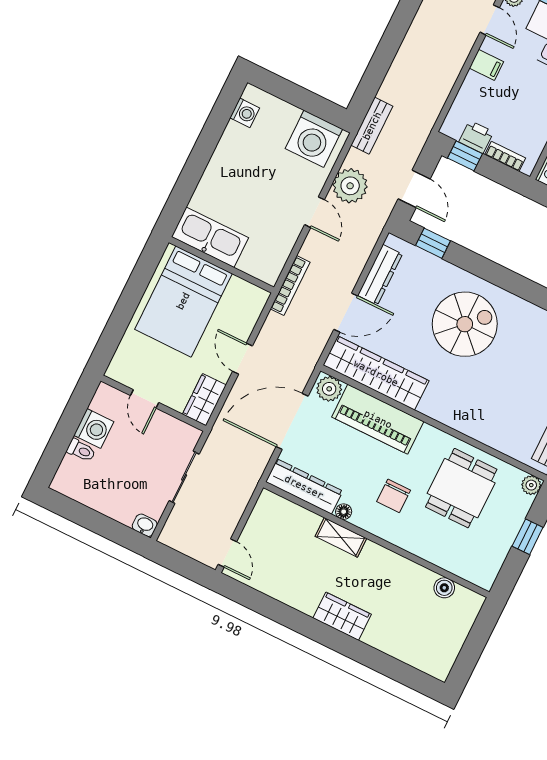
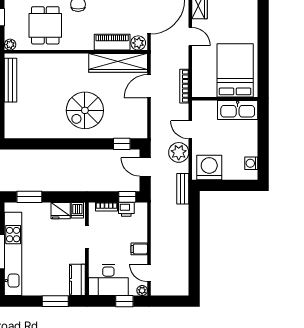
kitchen sink: (210, 237) -> (238, 110), moved
wall: (221, 265) -> (225, 99), moved
dresser: (380, 275) -> (141, 114), removed
bed: (183, 301) -> (235, 70), moved
piano: (378, 419) -> (112, 42), width x0.73, depth x0.75

